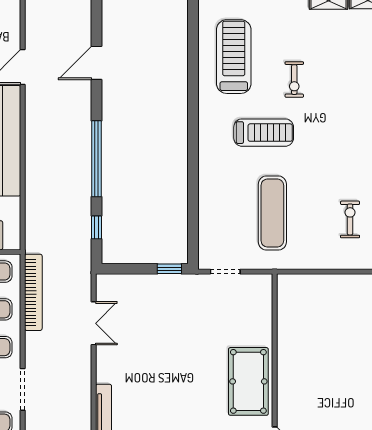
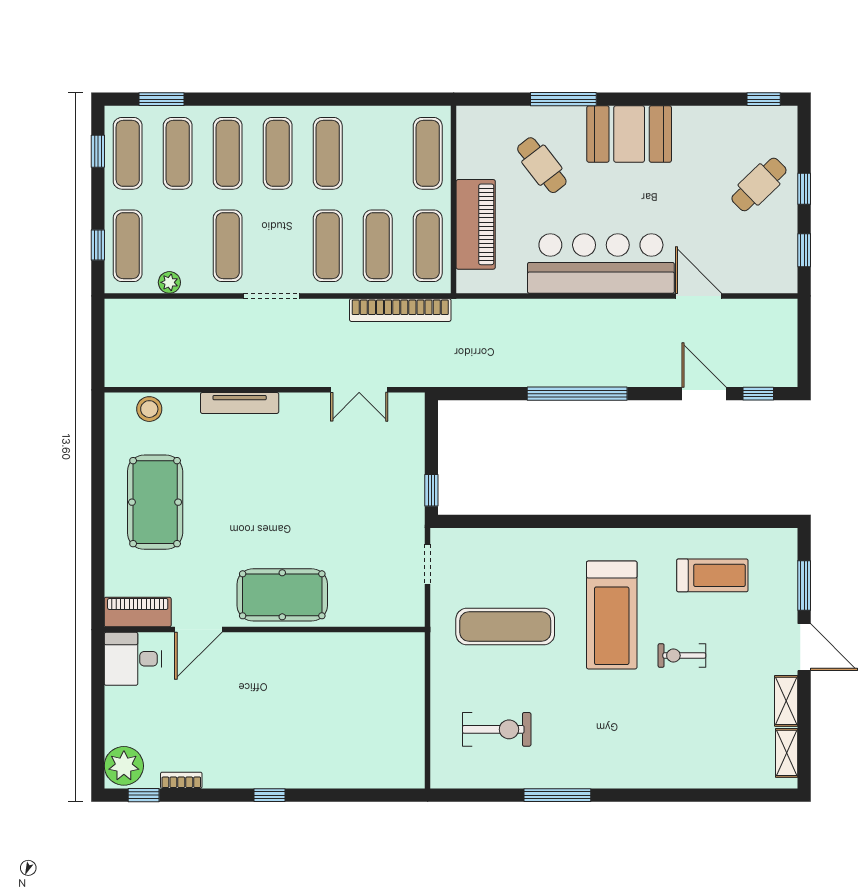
treadmill: (234, 57) -> (712, 575), width x0.73, depth x0.73
treadmill: (264, 133) -> (612, 615), width x1.37, depth x1.38
exercise bike: (350, 219) -> (497, 729), width x1.38, depth x1.39
window: (97, 227) -> (758, 394), moved

